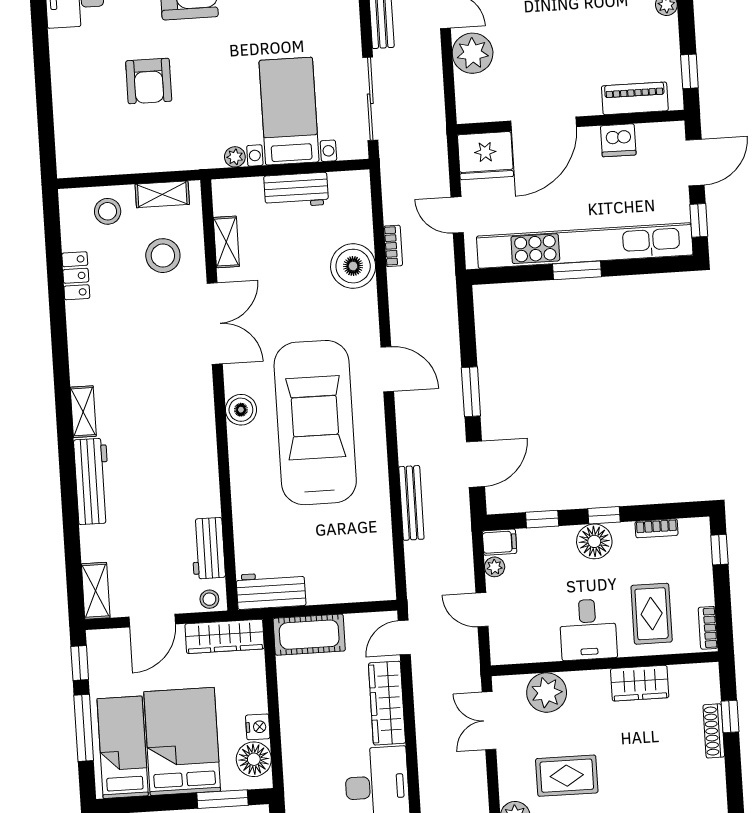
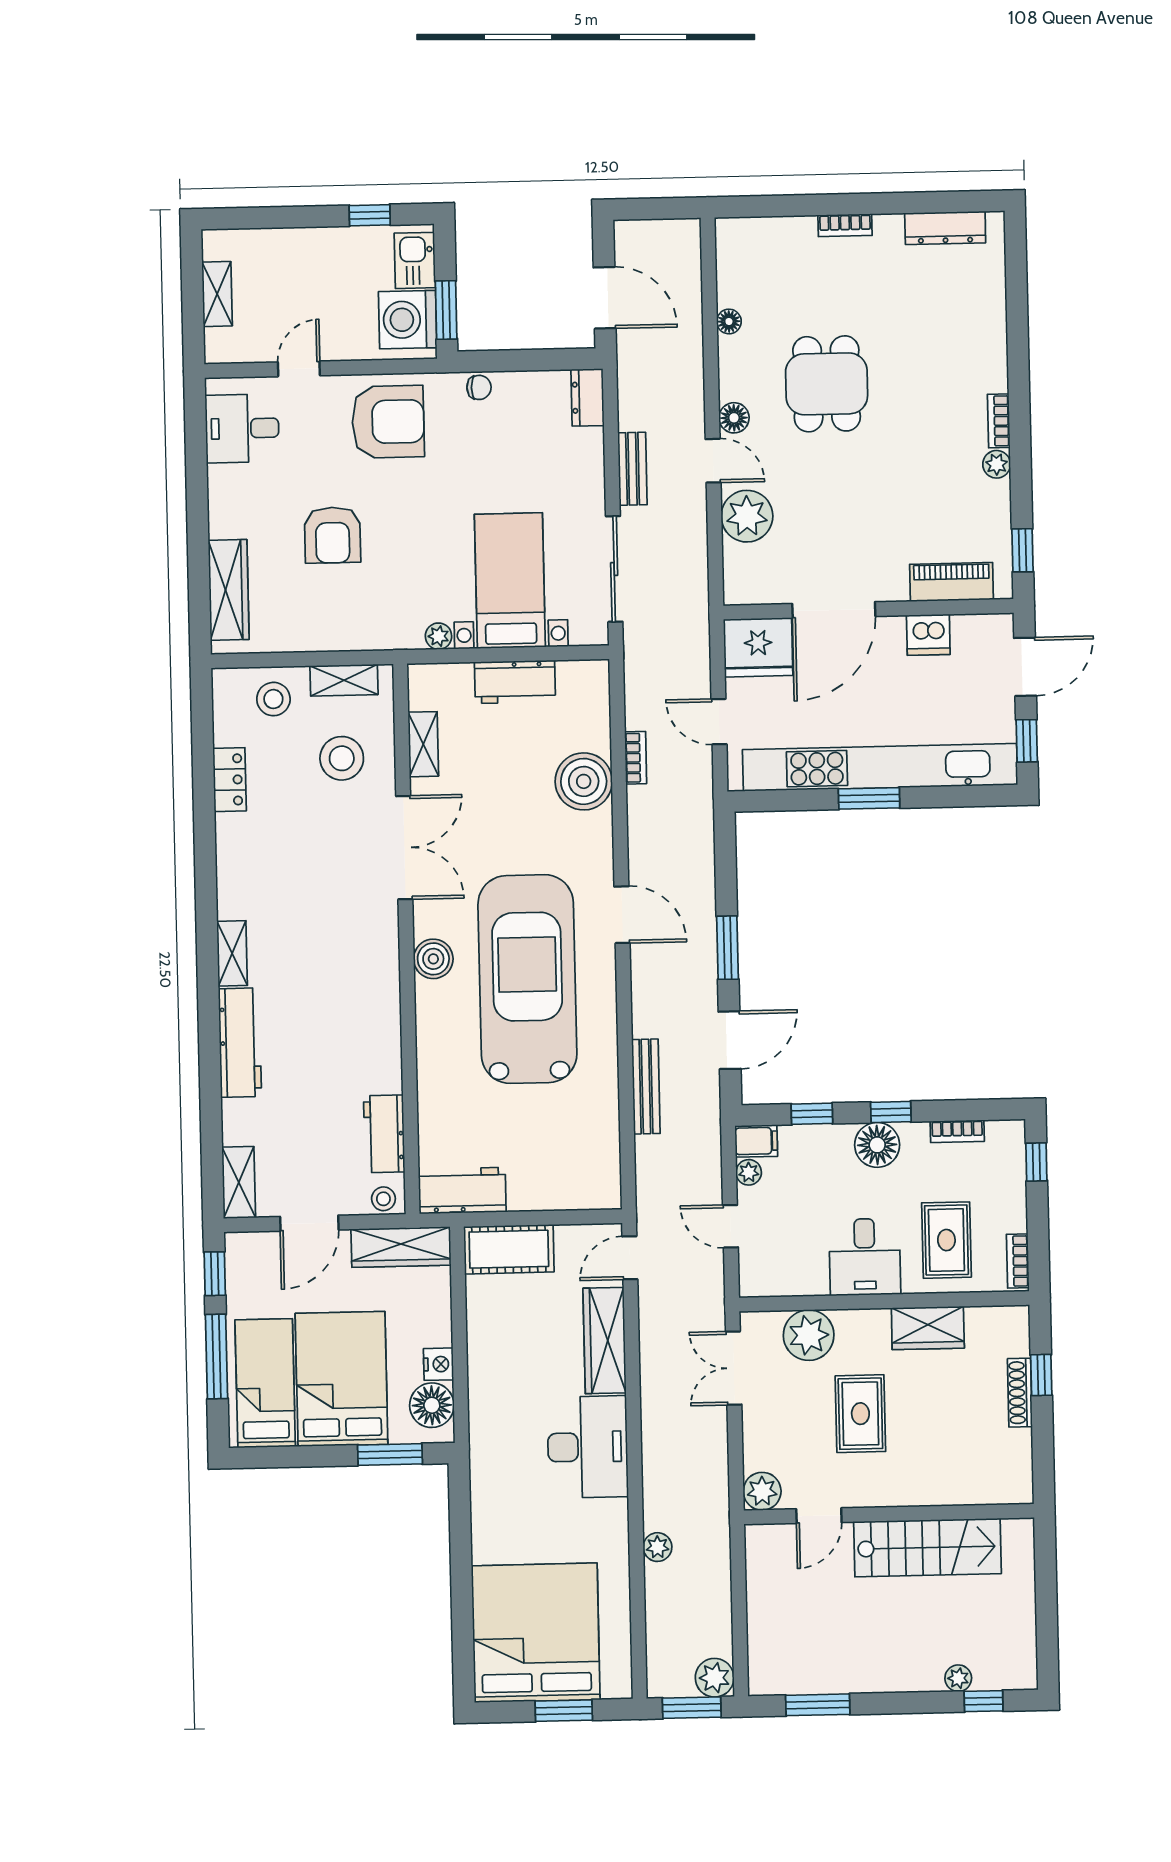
wardrobe: (69, 127) -> (229, 590), added
rug: (567, 776) -> (860, 1414), moved, turned 90

